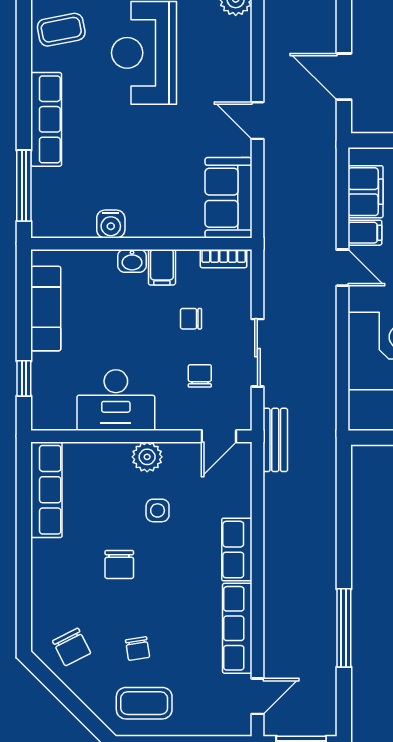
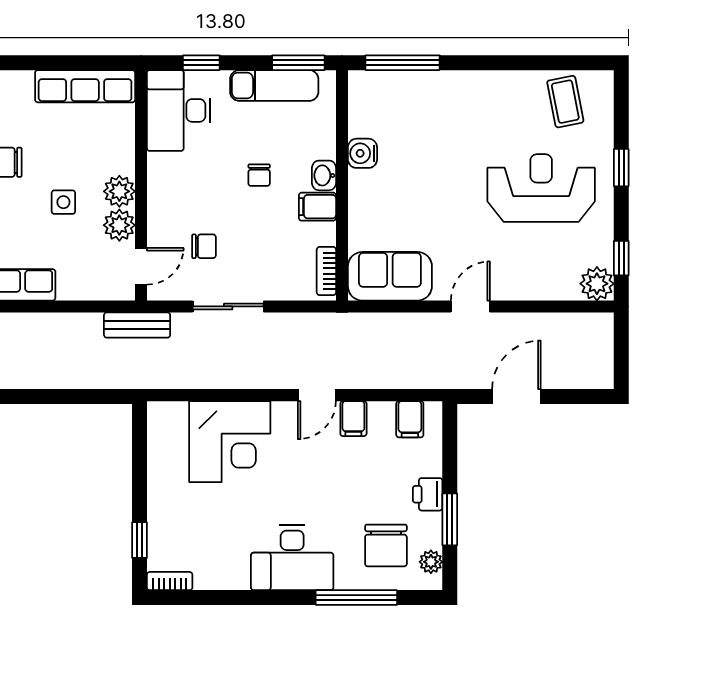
row of seats: (46, 119) -> (472, 86), removed
filing cabinet: (365, 192) -> (410, 419), width x0.50
window: (24, 285) -> (298, 63), added
chair: (191, 319) -> (259, 175), moved, turned 180
desk: (116, 400) -> (179, 110), moved
door: (219, 436) -> (141, 266), swing flipped
plant: (180, 457) -> (119, 225), added

